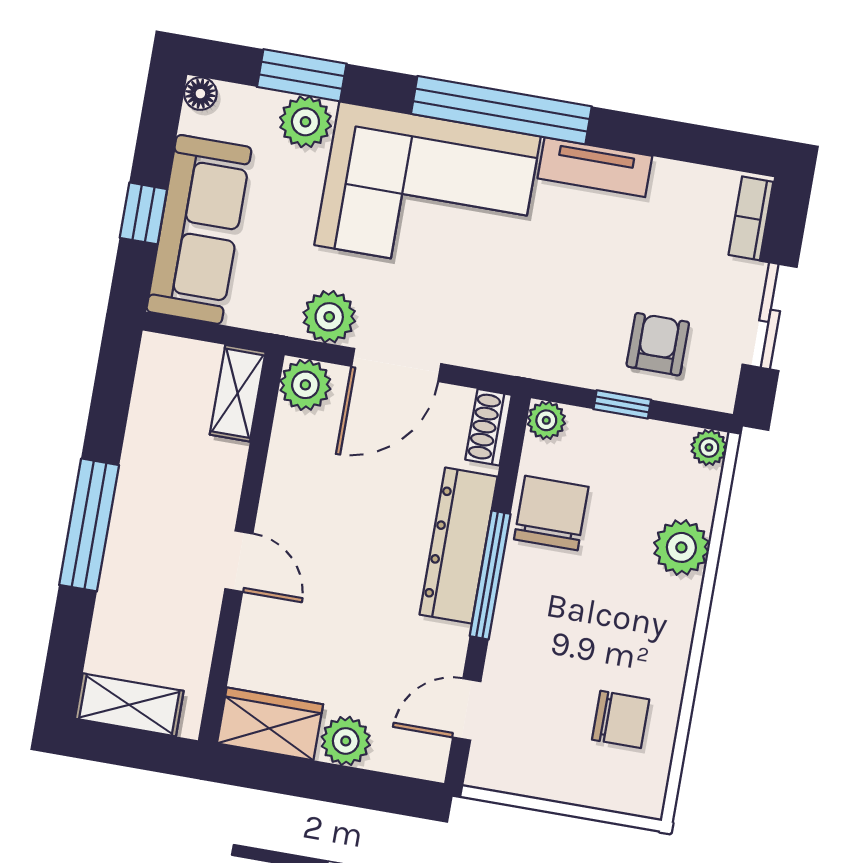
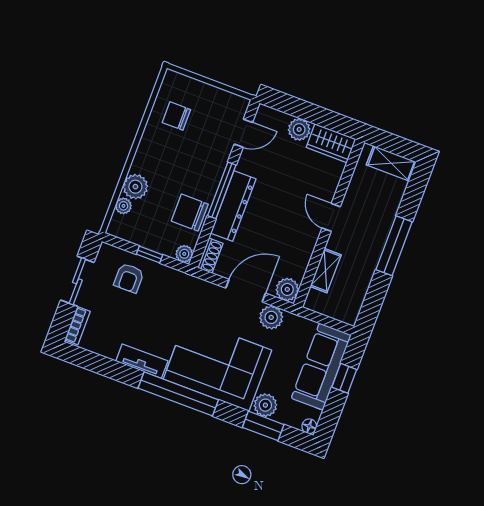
shelving: (238, 393) -> (326, 271), moved
plant: (709, 447) -> (123, 206), moved
chair: (551, 513) -> (190, 213), turned 90

